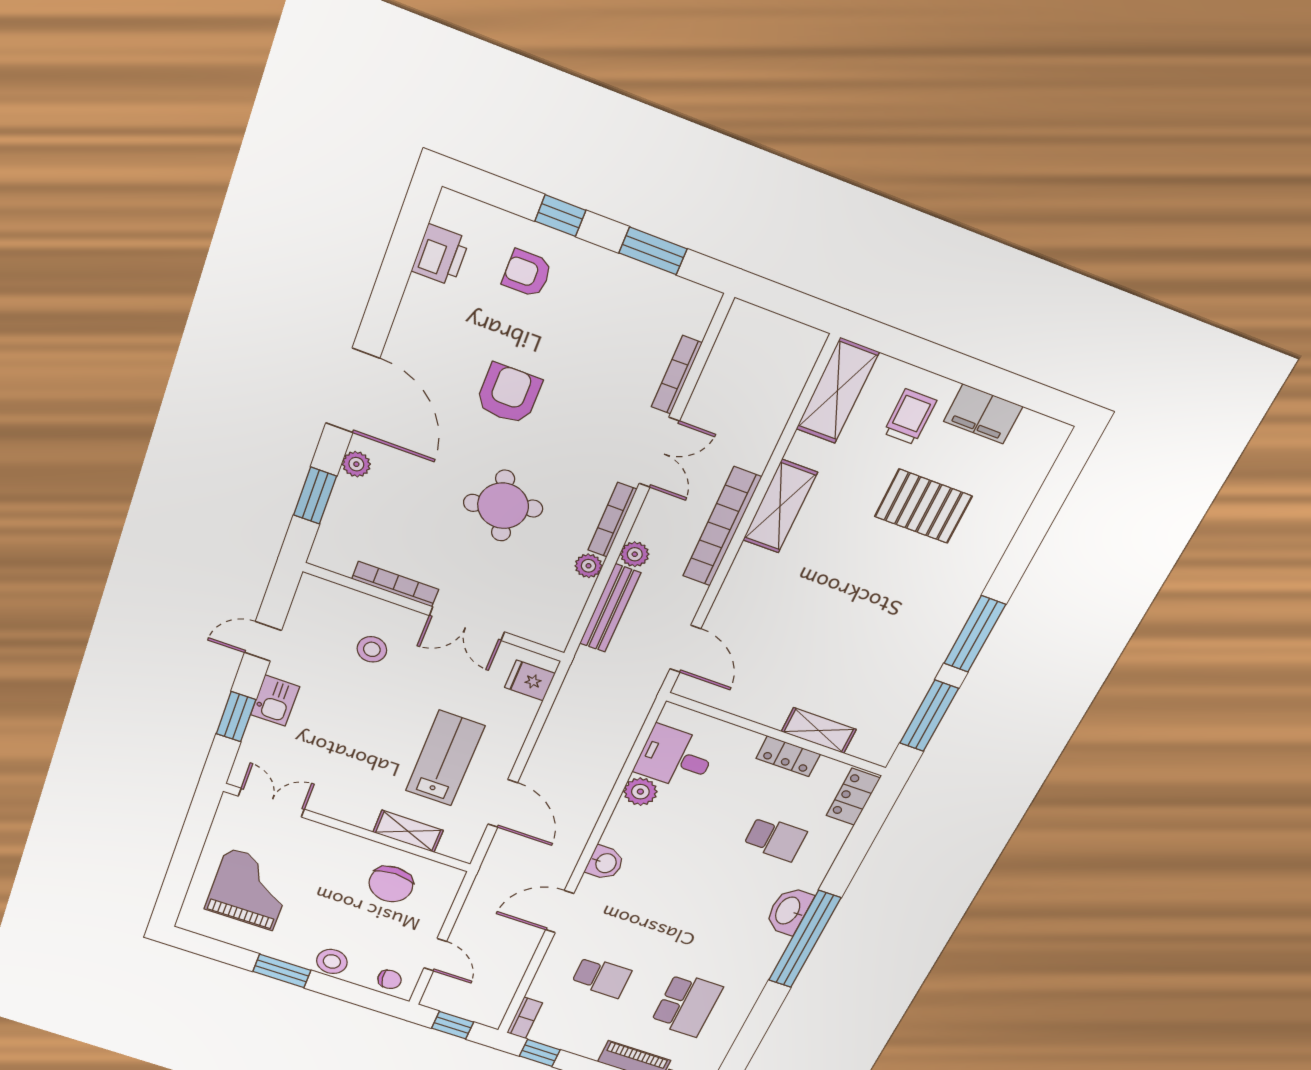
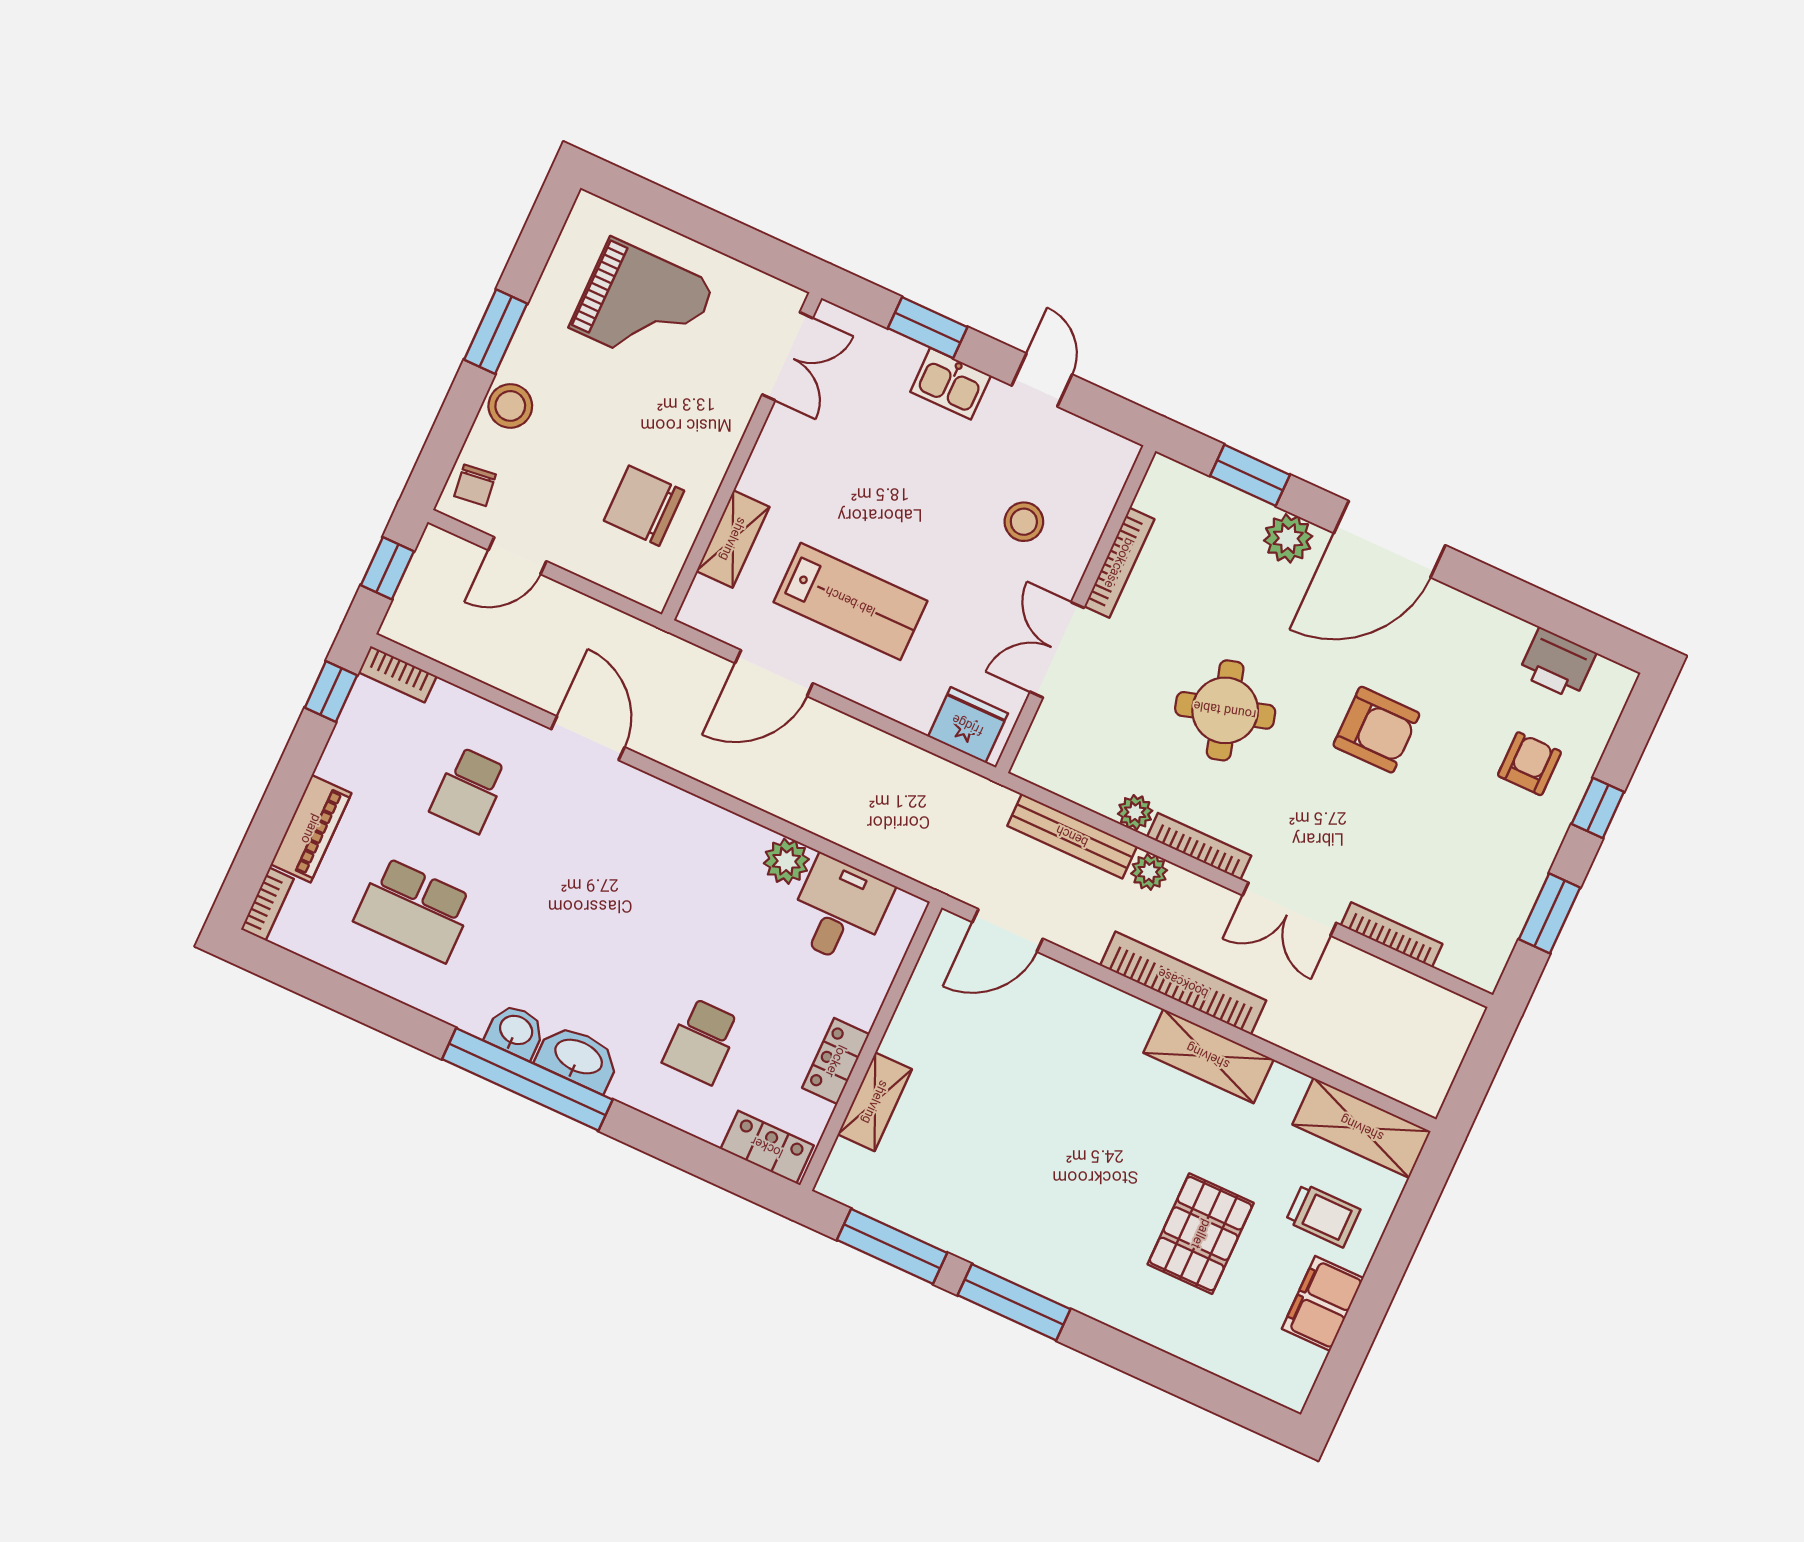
plant: (356, 464) -> (1288, 538), width x1.38, depth x1.38
fridge: (530, 680) -> (968, 725), width x1.38
washbasin: (605, 863) -> (516, 1031), moved, turned 180

